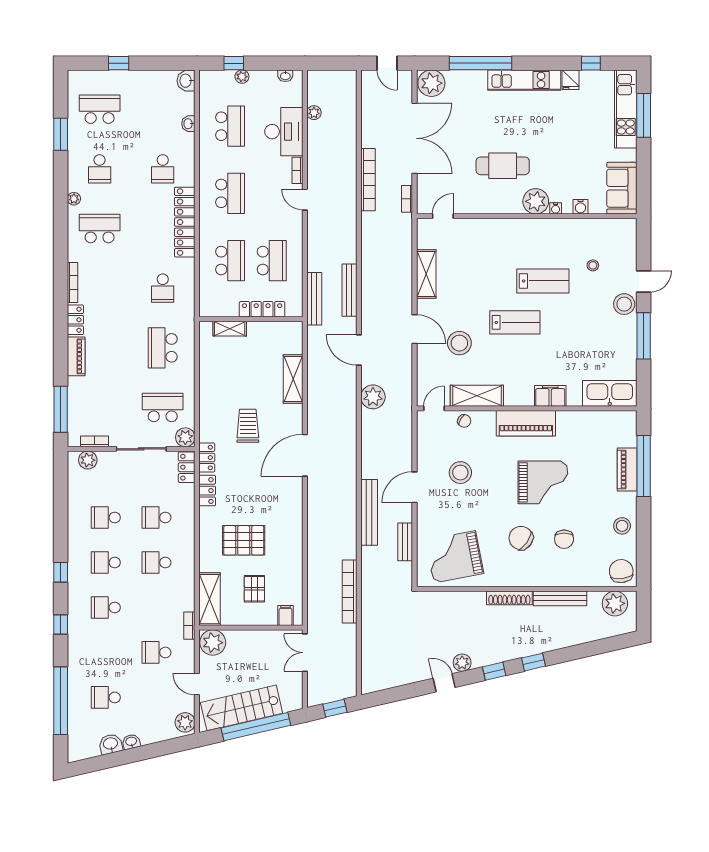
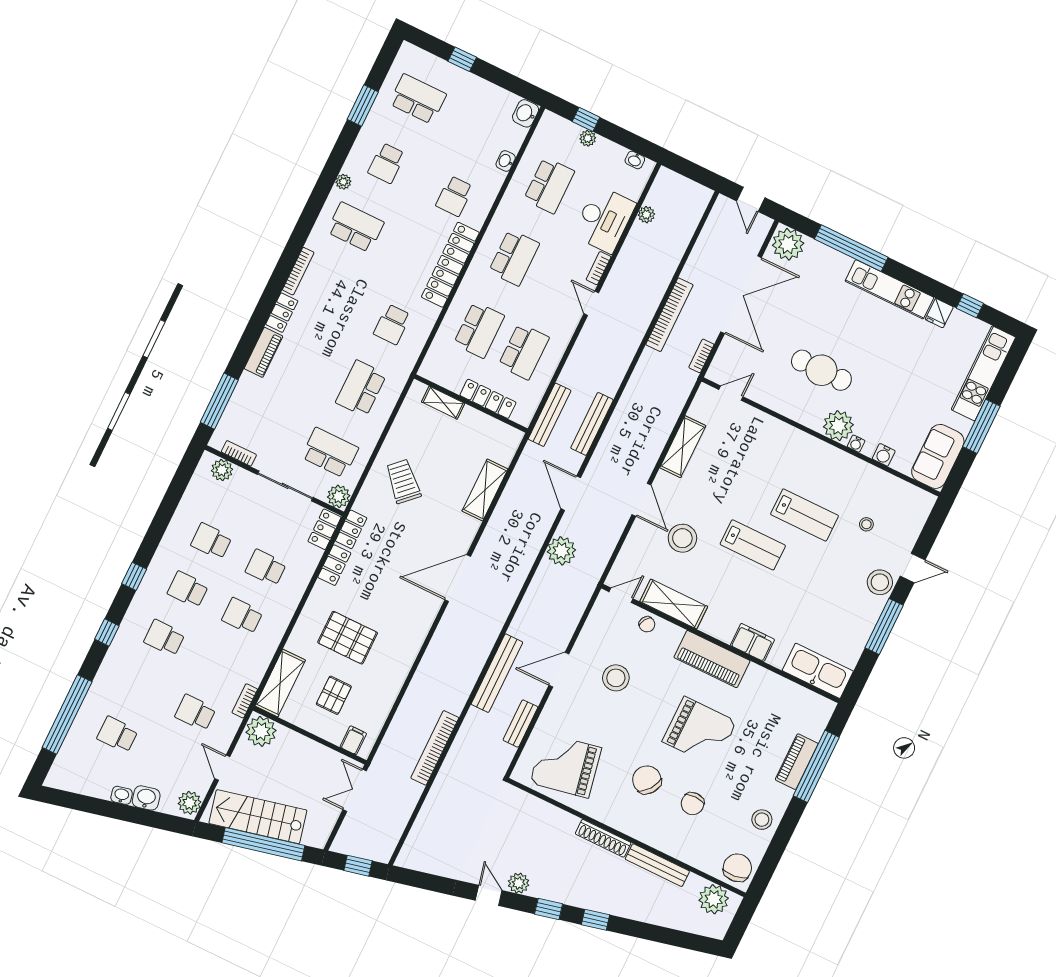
window: (644, 115) -> (981, 426), moved
trolley: (248, 426) -> (403, 481), moved, turned -44
washbasin: (111, 744) -> (146, 798), moved

